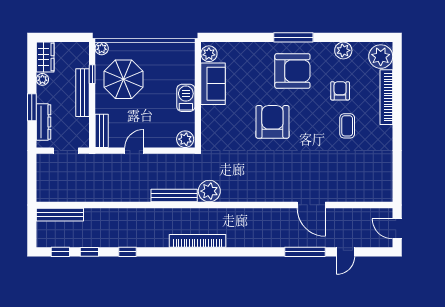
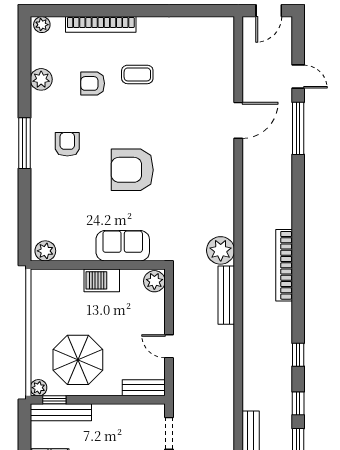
plant: (381, 57) -> (42, 25), width x0.53, depth x0.53
armchair: (292, 71) -> (67, 144), width x0.53, depth x0.53
window: (92, 74) -> (54, 400), moved
sofa: (213, 84) -> (123, 246), moved
bench: (82, 93) -> (61, 412), moved

